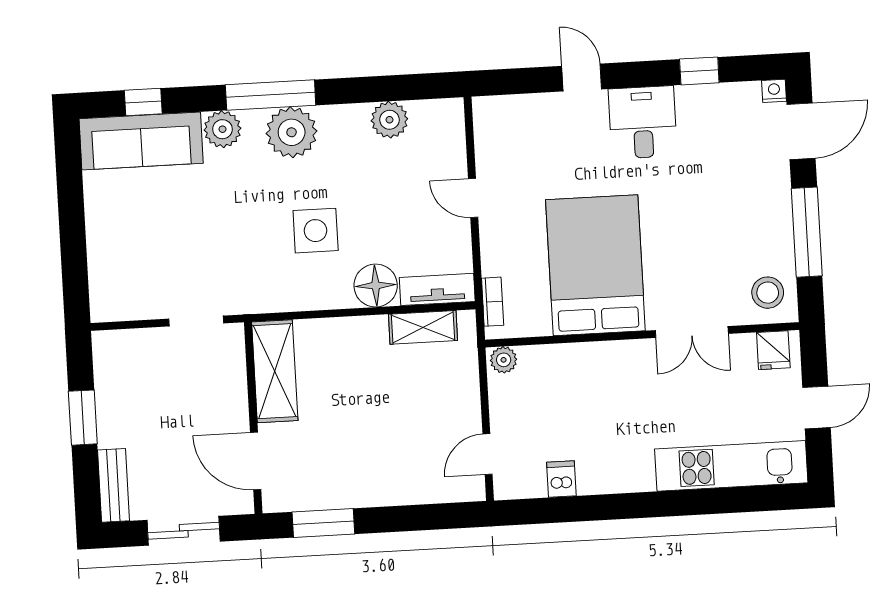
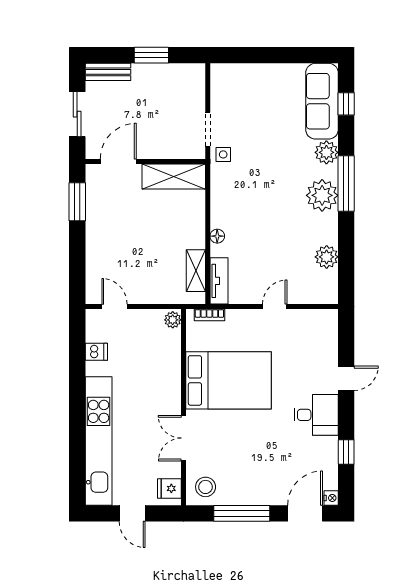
door: (801, 131) -> (305, 513), swing flipped
side table: (316, 231) -> (223, 154), moved, width x0.54, depth x0.54
floor lamp: (376, 286) -> (217, 236), width x0.53, depth x0.53
kitchen unit: (731, 466) -> (99, 441), width x1.36

